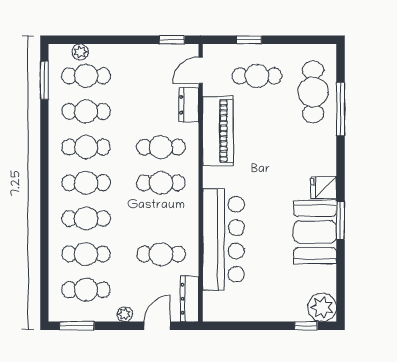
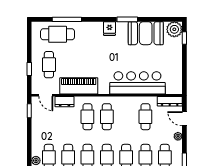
booth: (315, 232) -> (146, 33), moved

